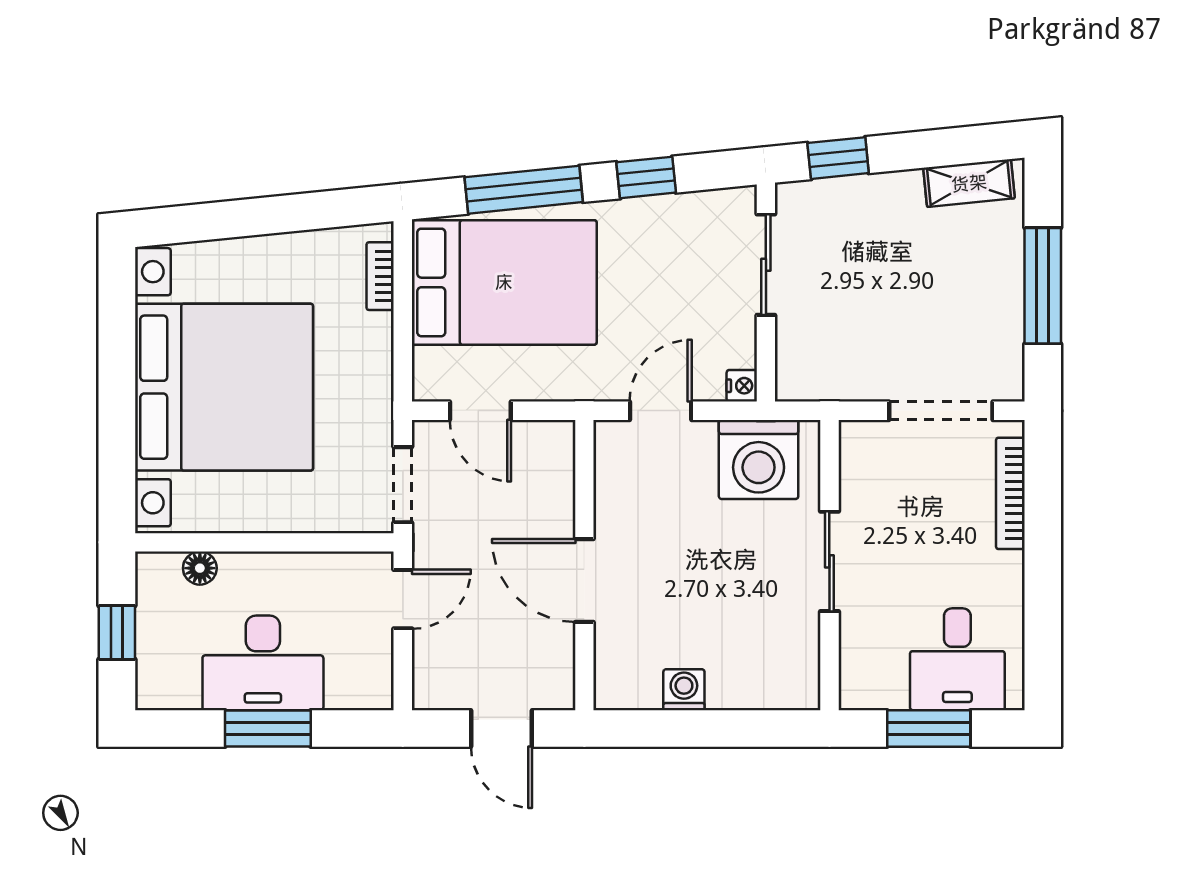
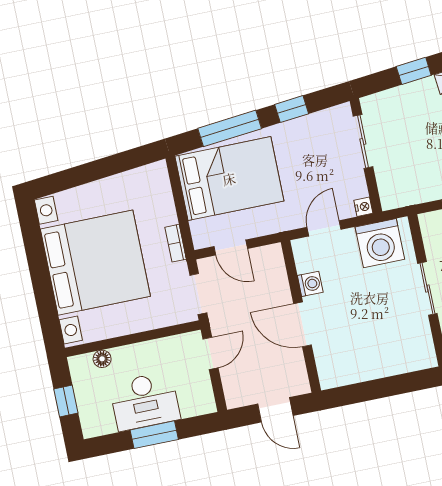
window: (838, 158) -> (414, 71), moved
bookcase: (380, 276) -> (176, 243), moved
washing machine: (684, 690) -> (310, 284), moved, turned 90

